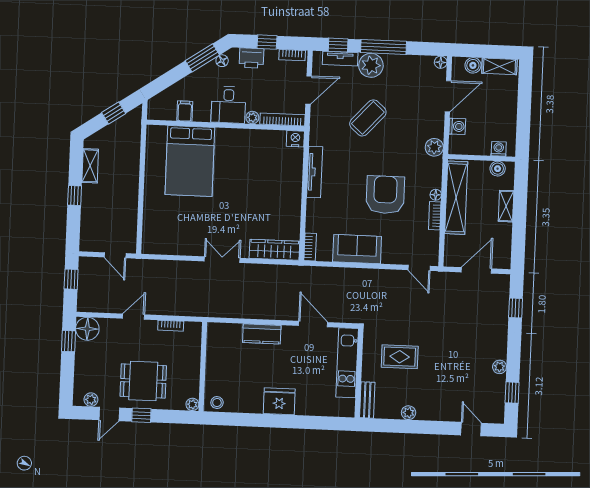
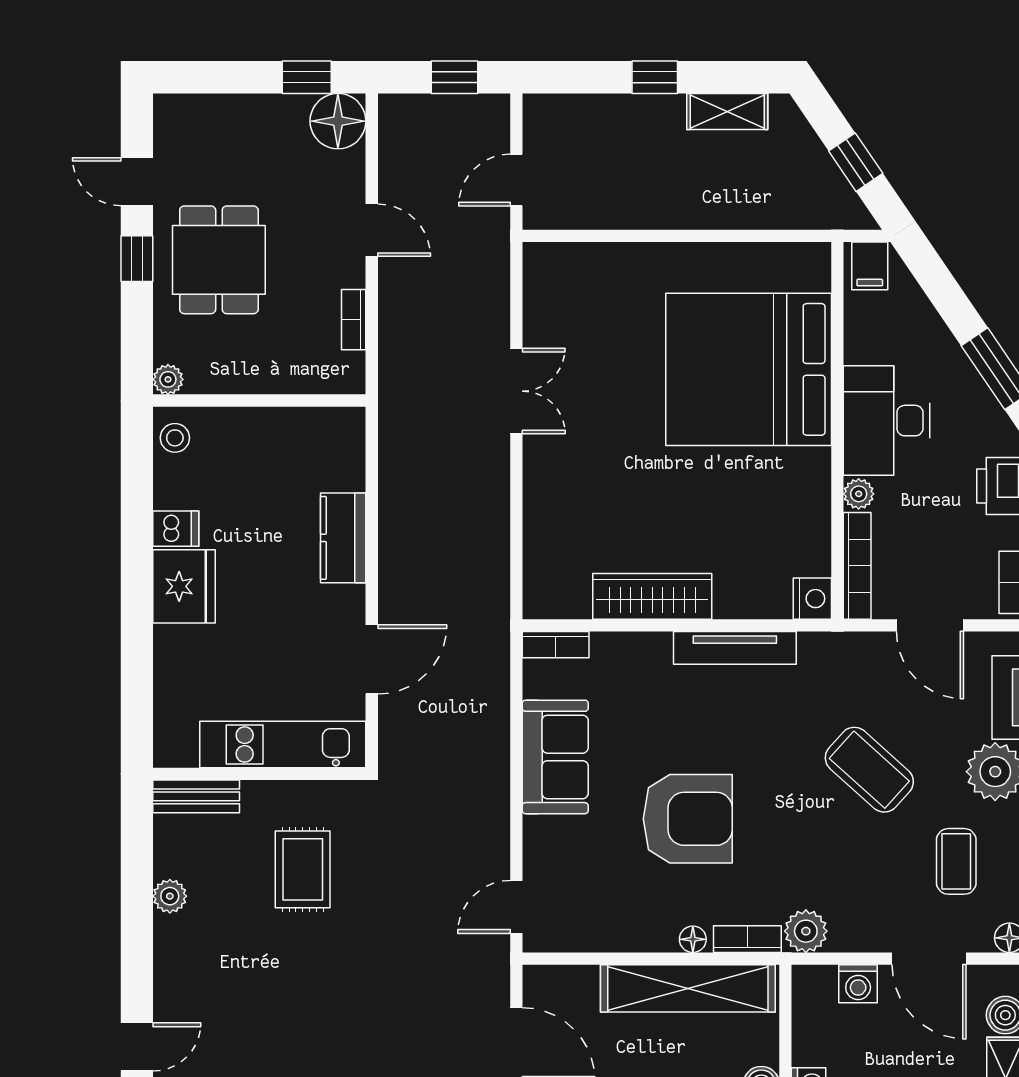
floor lamp: (222, 61) -> (991, 416), removed
coffee table: (408, 83) -> (956, 861), added
desk: (228, 105) -> (887, 421), width x1.37
filing cabinet: (185, 111) -> (870, 266), moved, turned 90
bed: (190, 161) -> (749, 369), width x1.36
bookcase: (435, 216) -> (747, 939), moved
wardrobe: (274, 250) -> (652, 596), moved, turned -90
double door: (222, 260) -> (516, 391), moved
plant: (91, 400) -> (169, 137), removed
dishwasher: (255, 404) -> (176, 529), added

